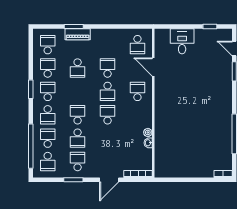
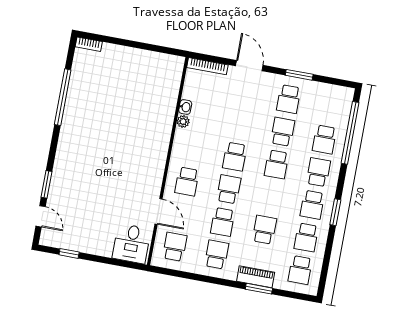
desk: (182, 41) -> (132, 244), moved
school desk: (48, 162) -> (217, 255), moved
door: (109, 180) -> (249, 66), hinge flipped

